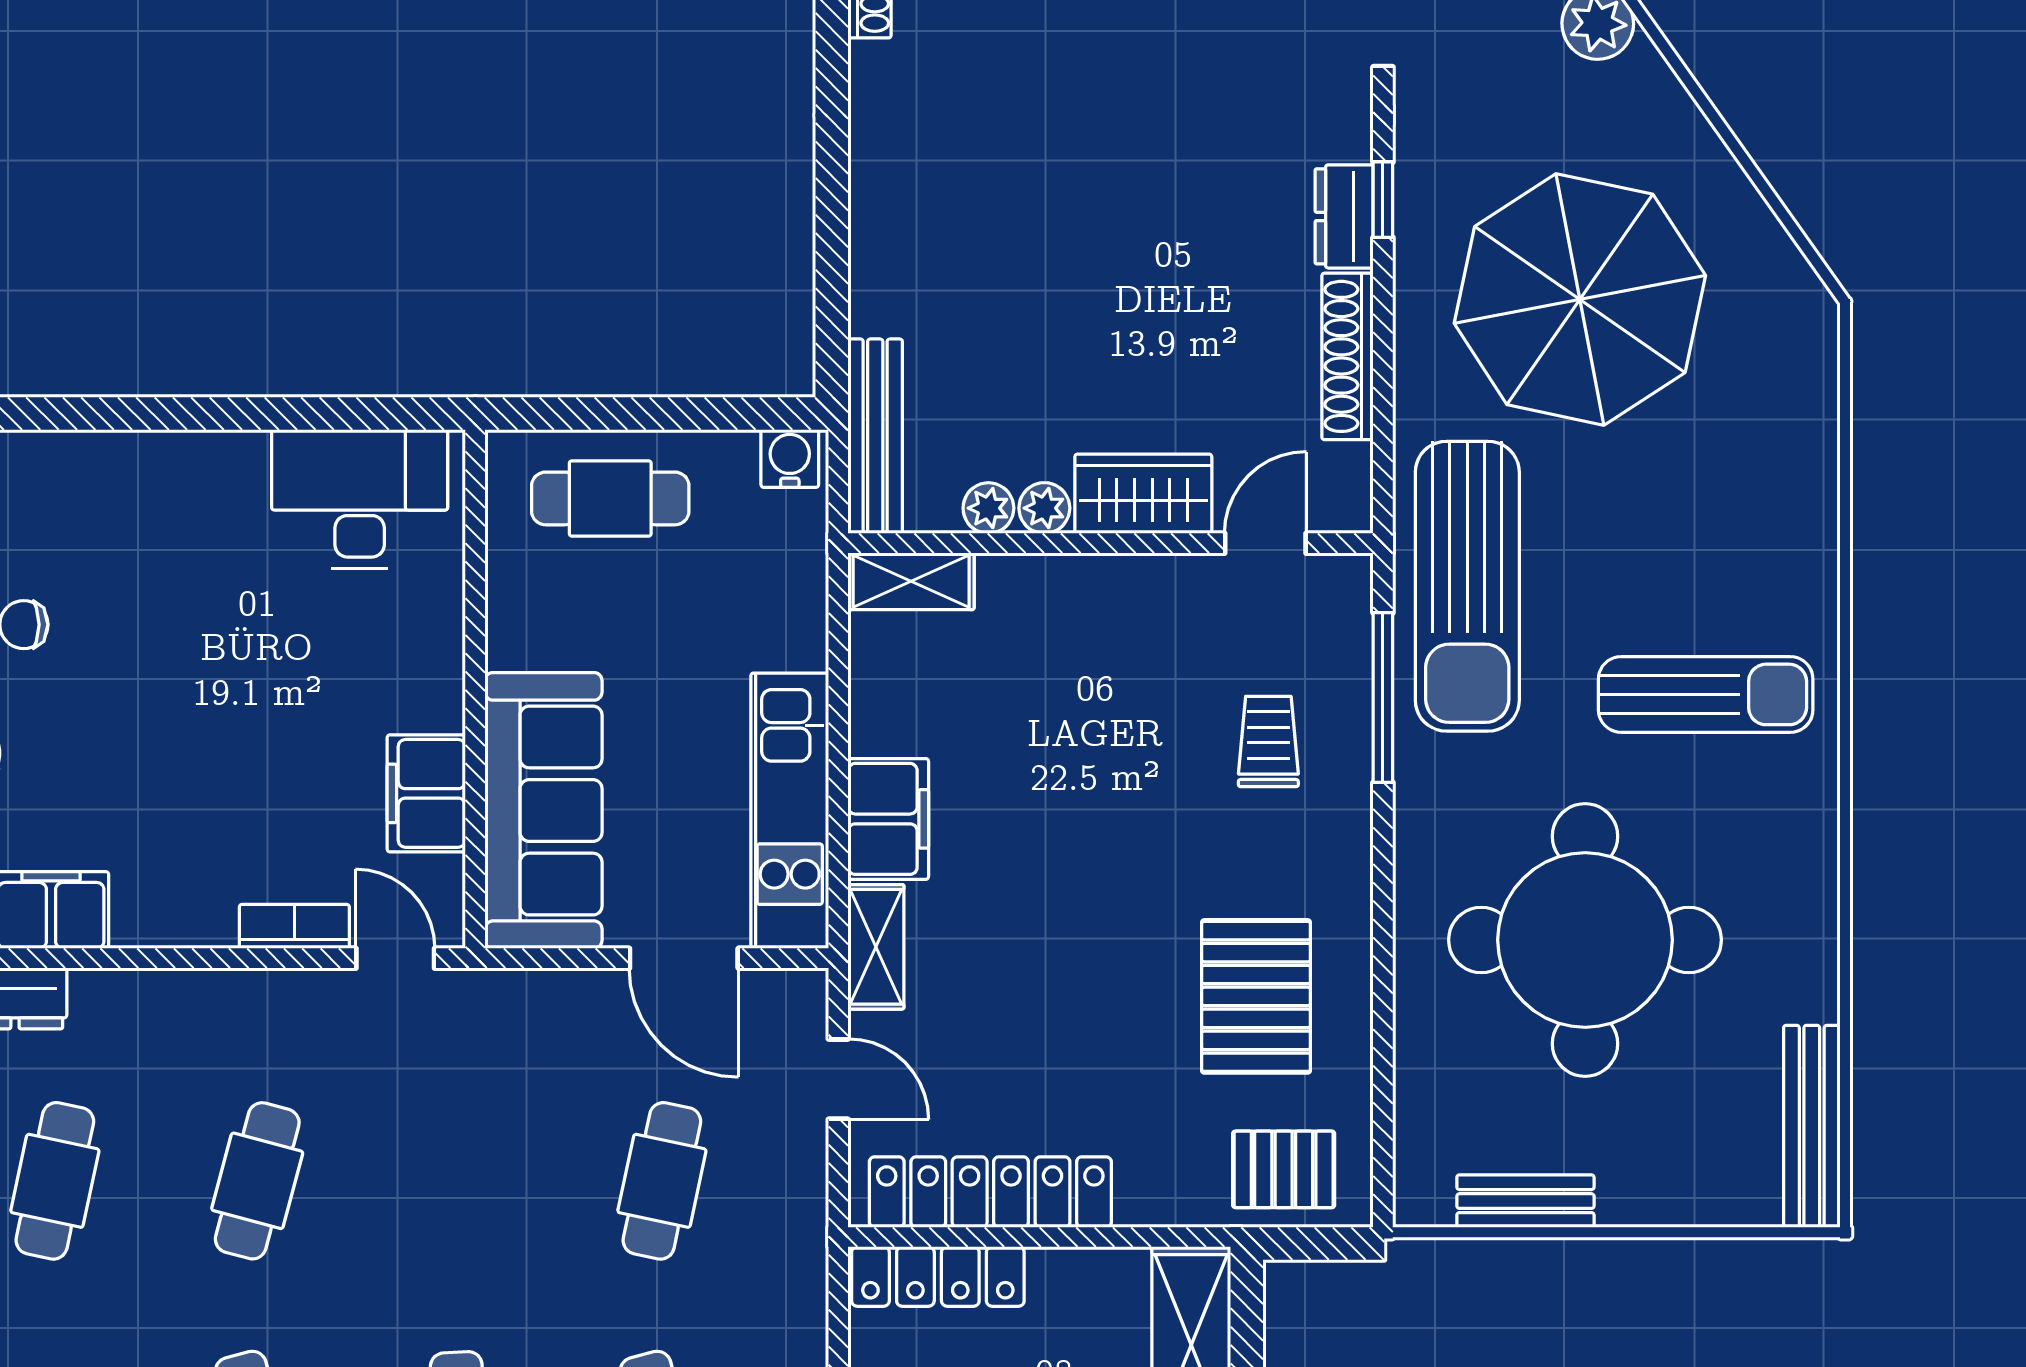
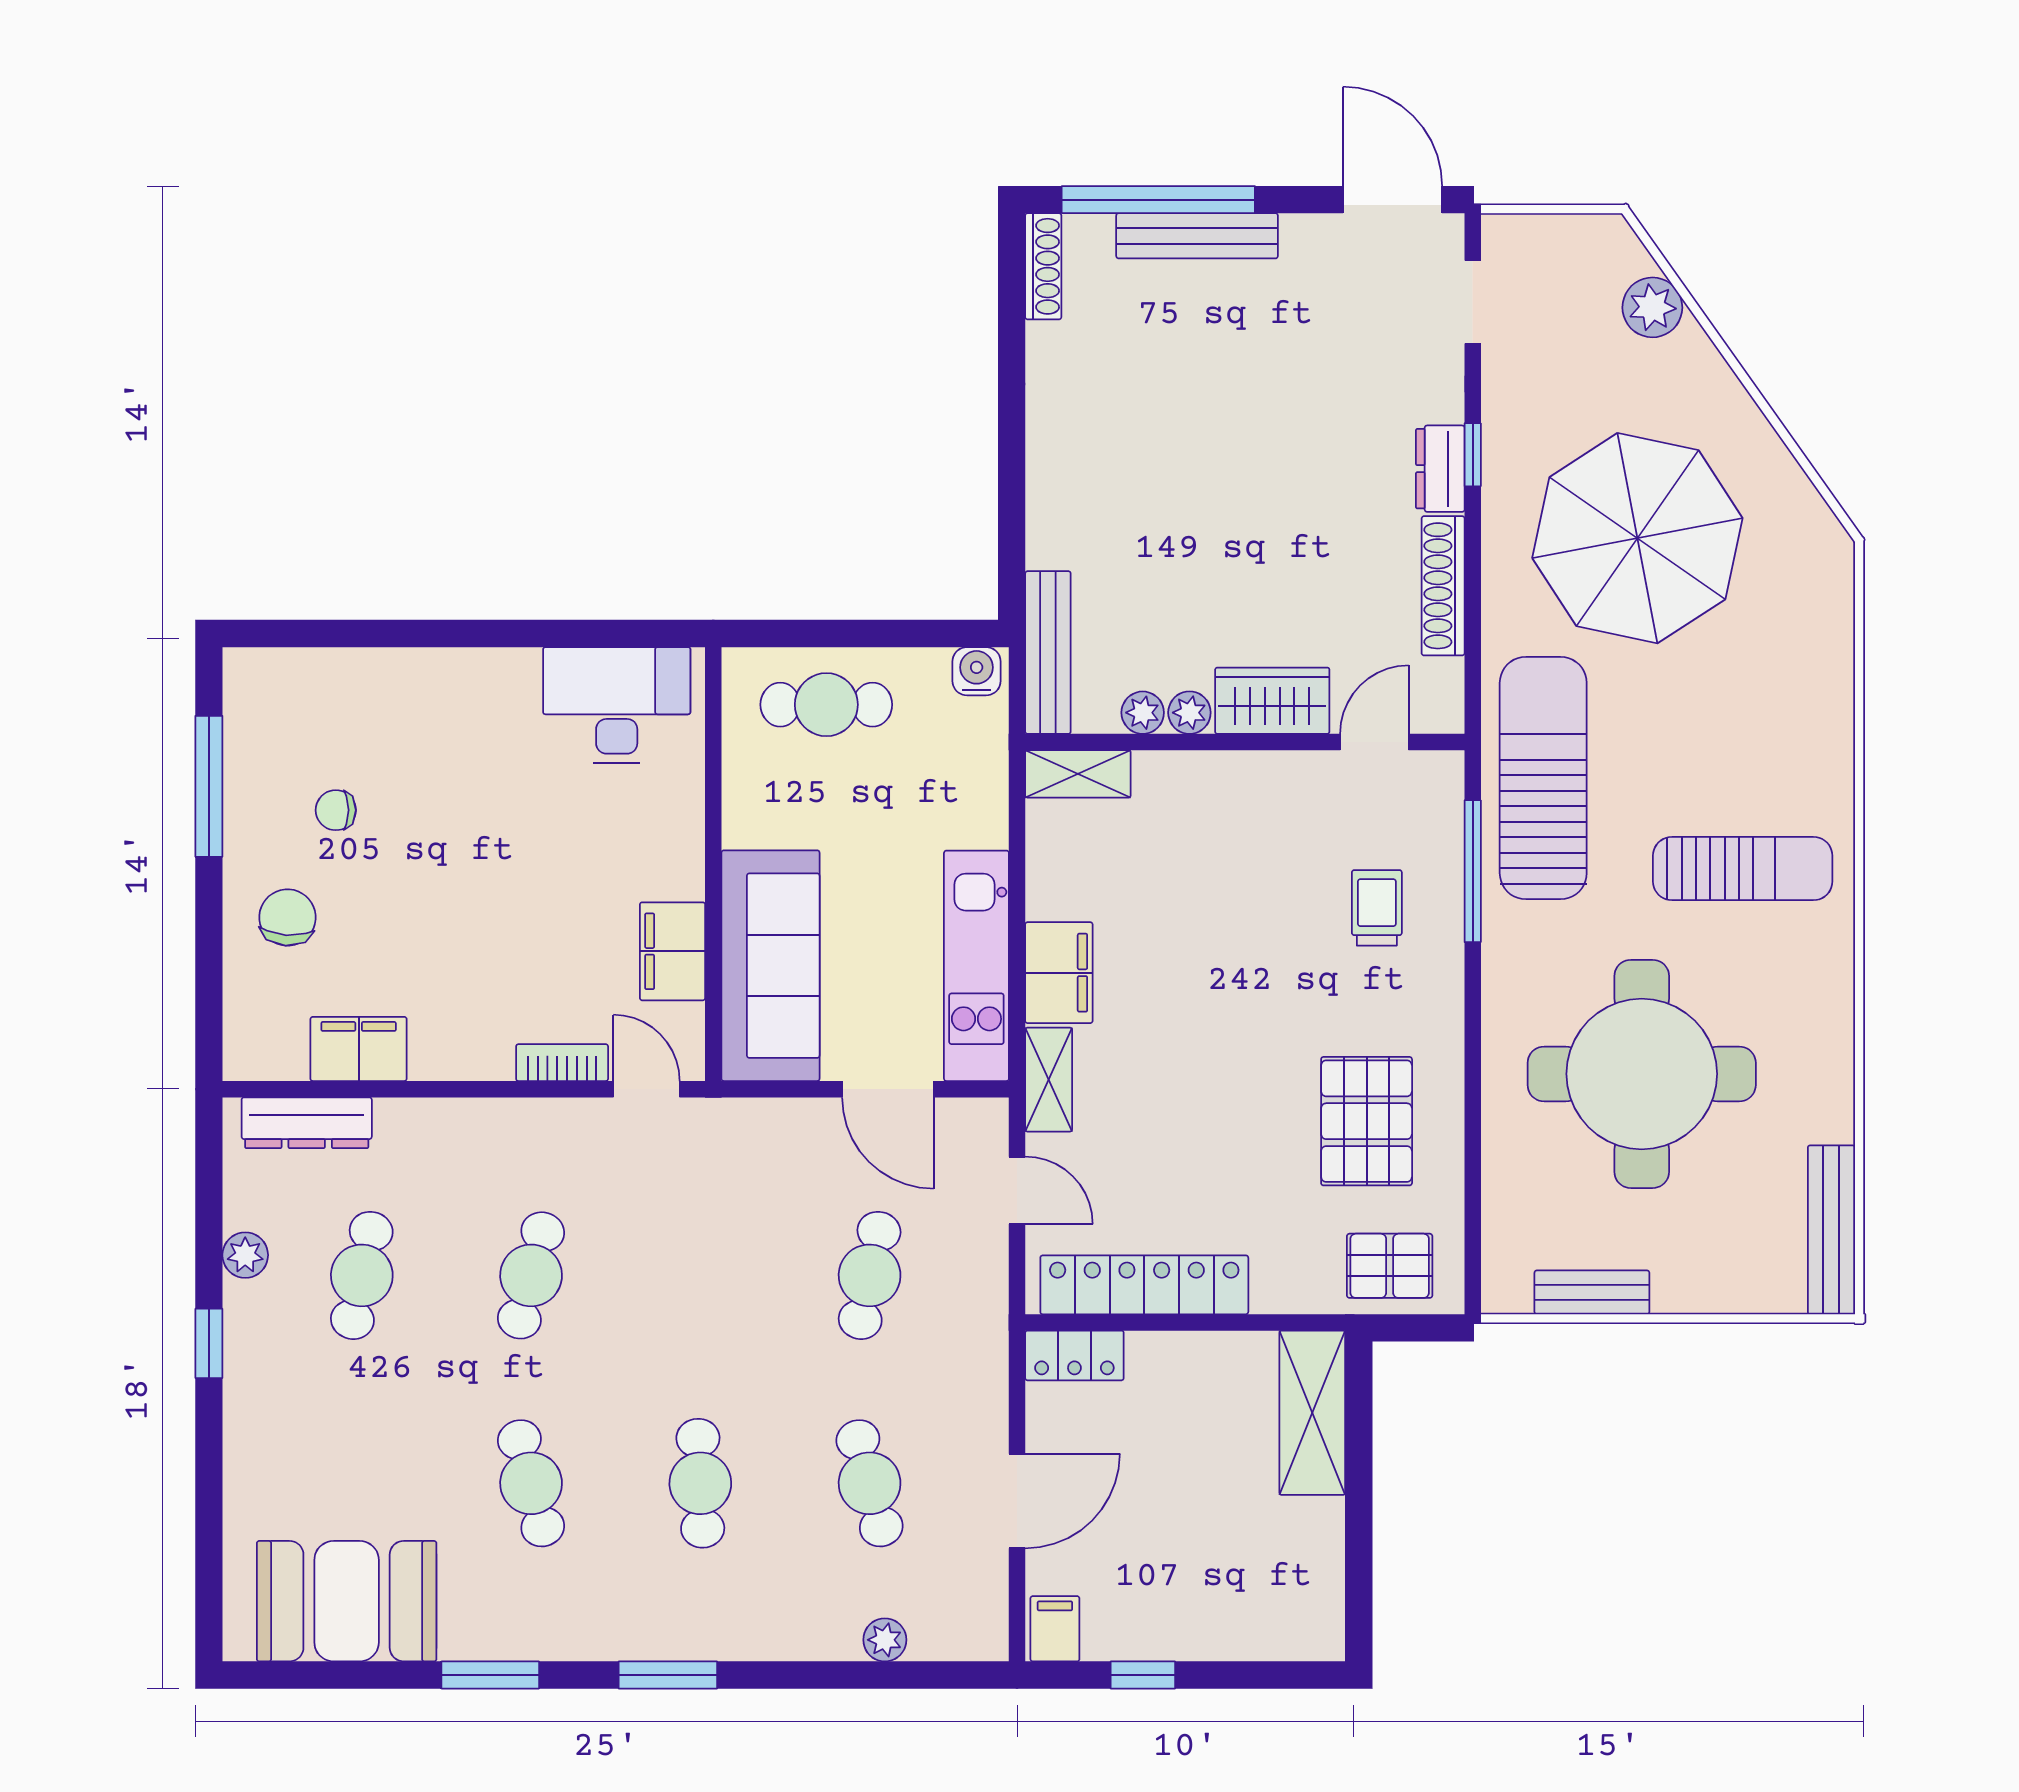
sun lounger: (1467, 586) -> (1543, 778), turned 180
locker: (938, 1276) -> (1074, 1355), width x0.66

